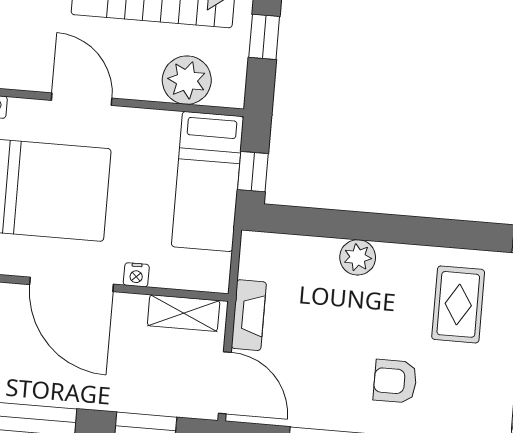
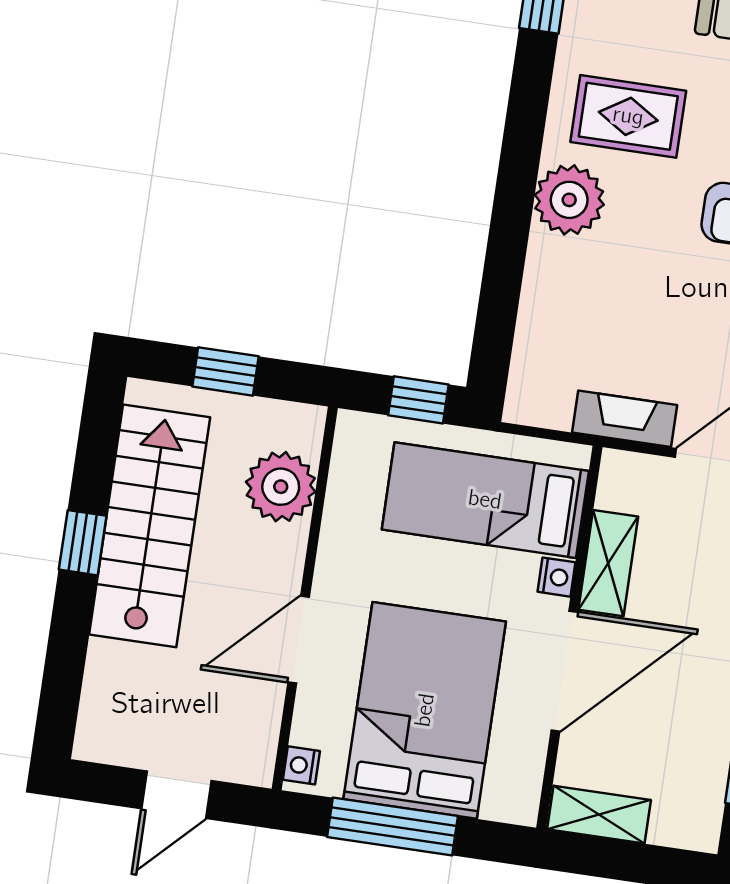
bed: (208, 181) -> (485, 500), moved, turned 180
plant: (358, 257) -> (569, 200), moved, width x1.36, depth x1.36
shelving: (184, 313) -> (608, 563), moved

